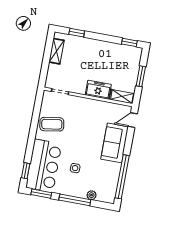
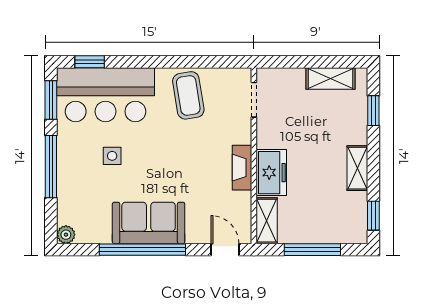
shelving: (104, 46) -> (357, 168), added
window: (141, 76) -> (312, 250), width x1.44
fireplace: (93, 104) -> (242, 168), added
sofa: (115, 143) -> (149, 223), moved
window: (122, 177) -> (142, 250), moved
plant: (92, 195) -> (66, 235), moved

